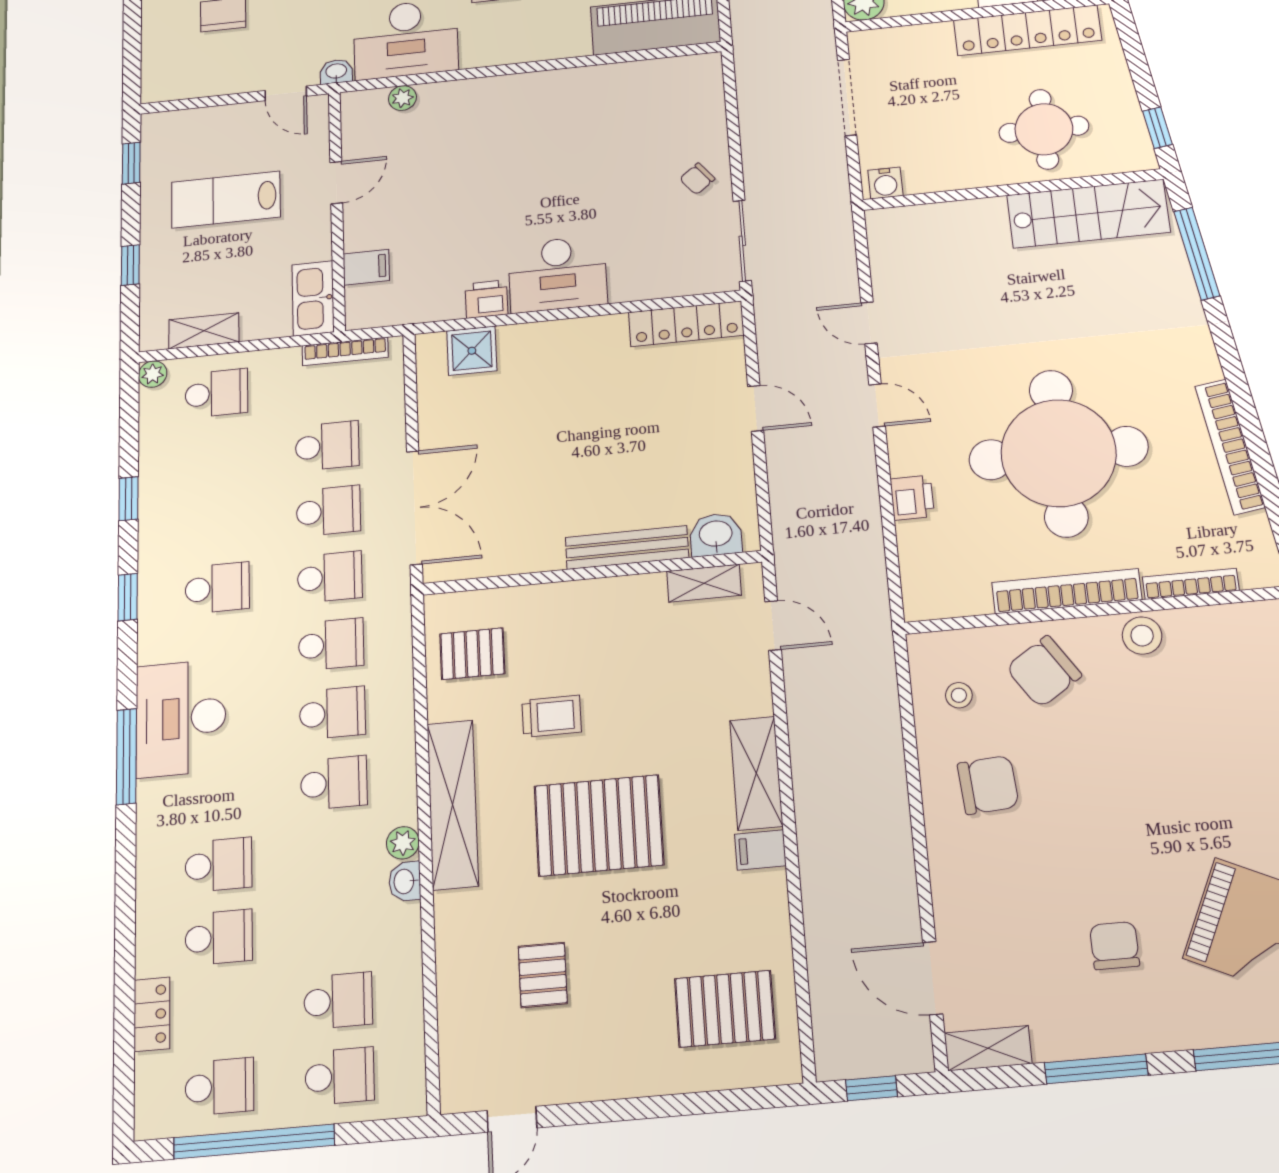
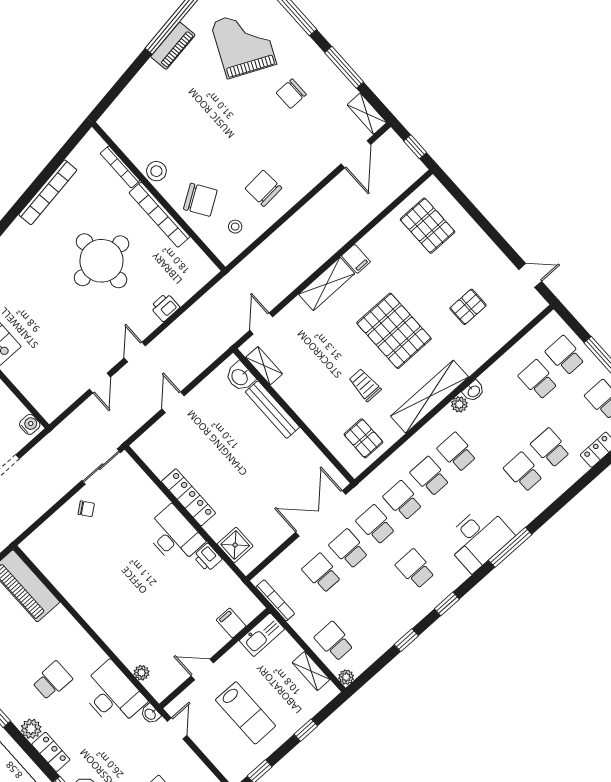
locker: (686, 324) -> (188, 497), moved
round table: (1059, 453) -> (102, 261), width x0.73, depth x0.73

